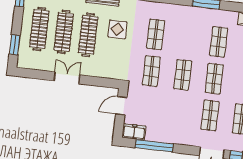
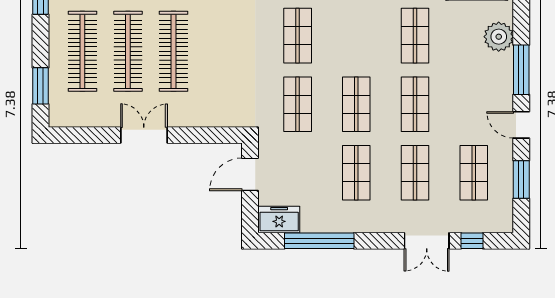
display table: (117, 29) -> (226, 35), removed
shop shelf: (178, 112) -> (356, 173), added

